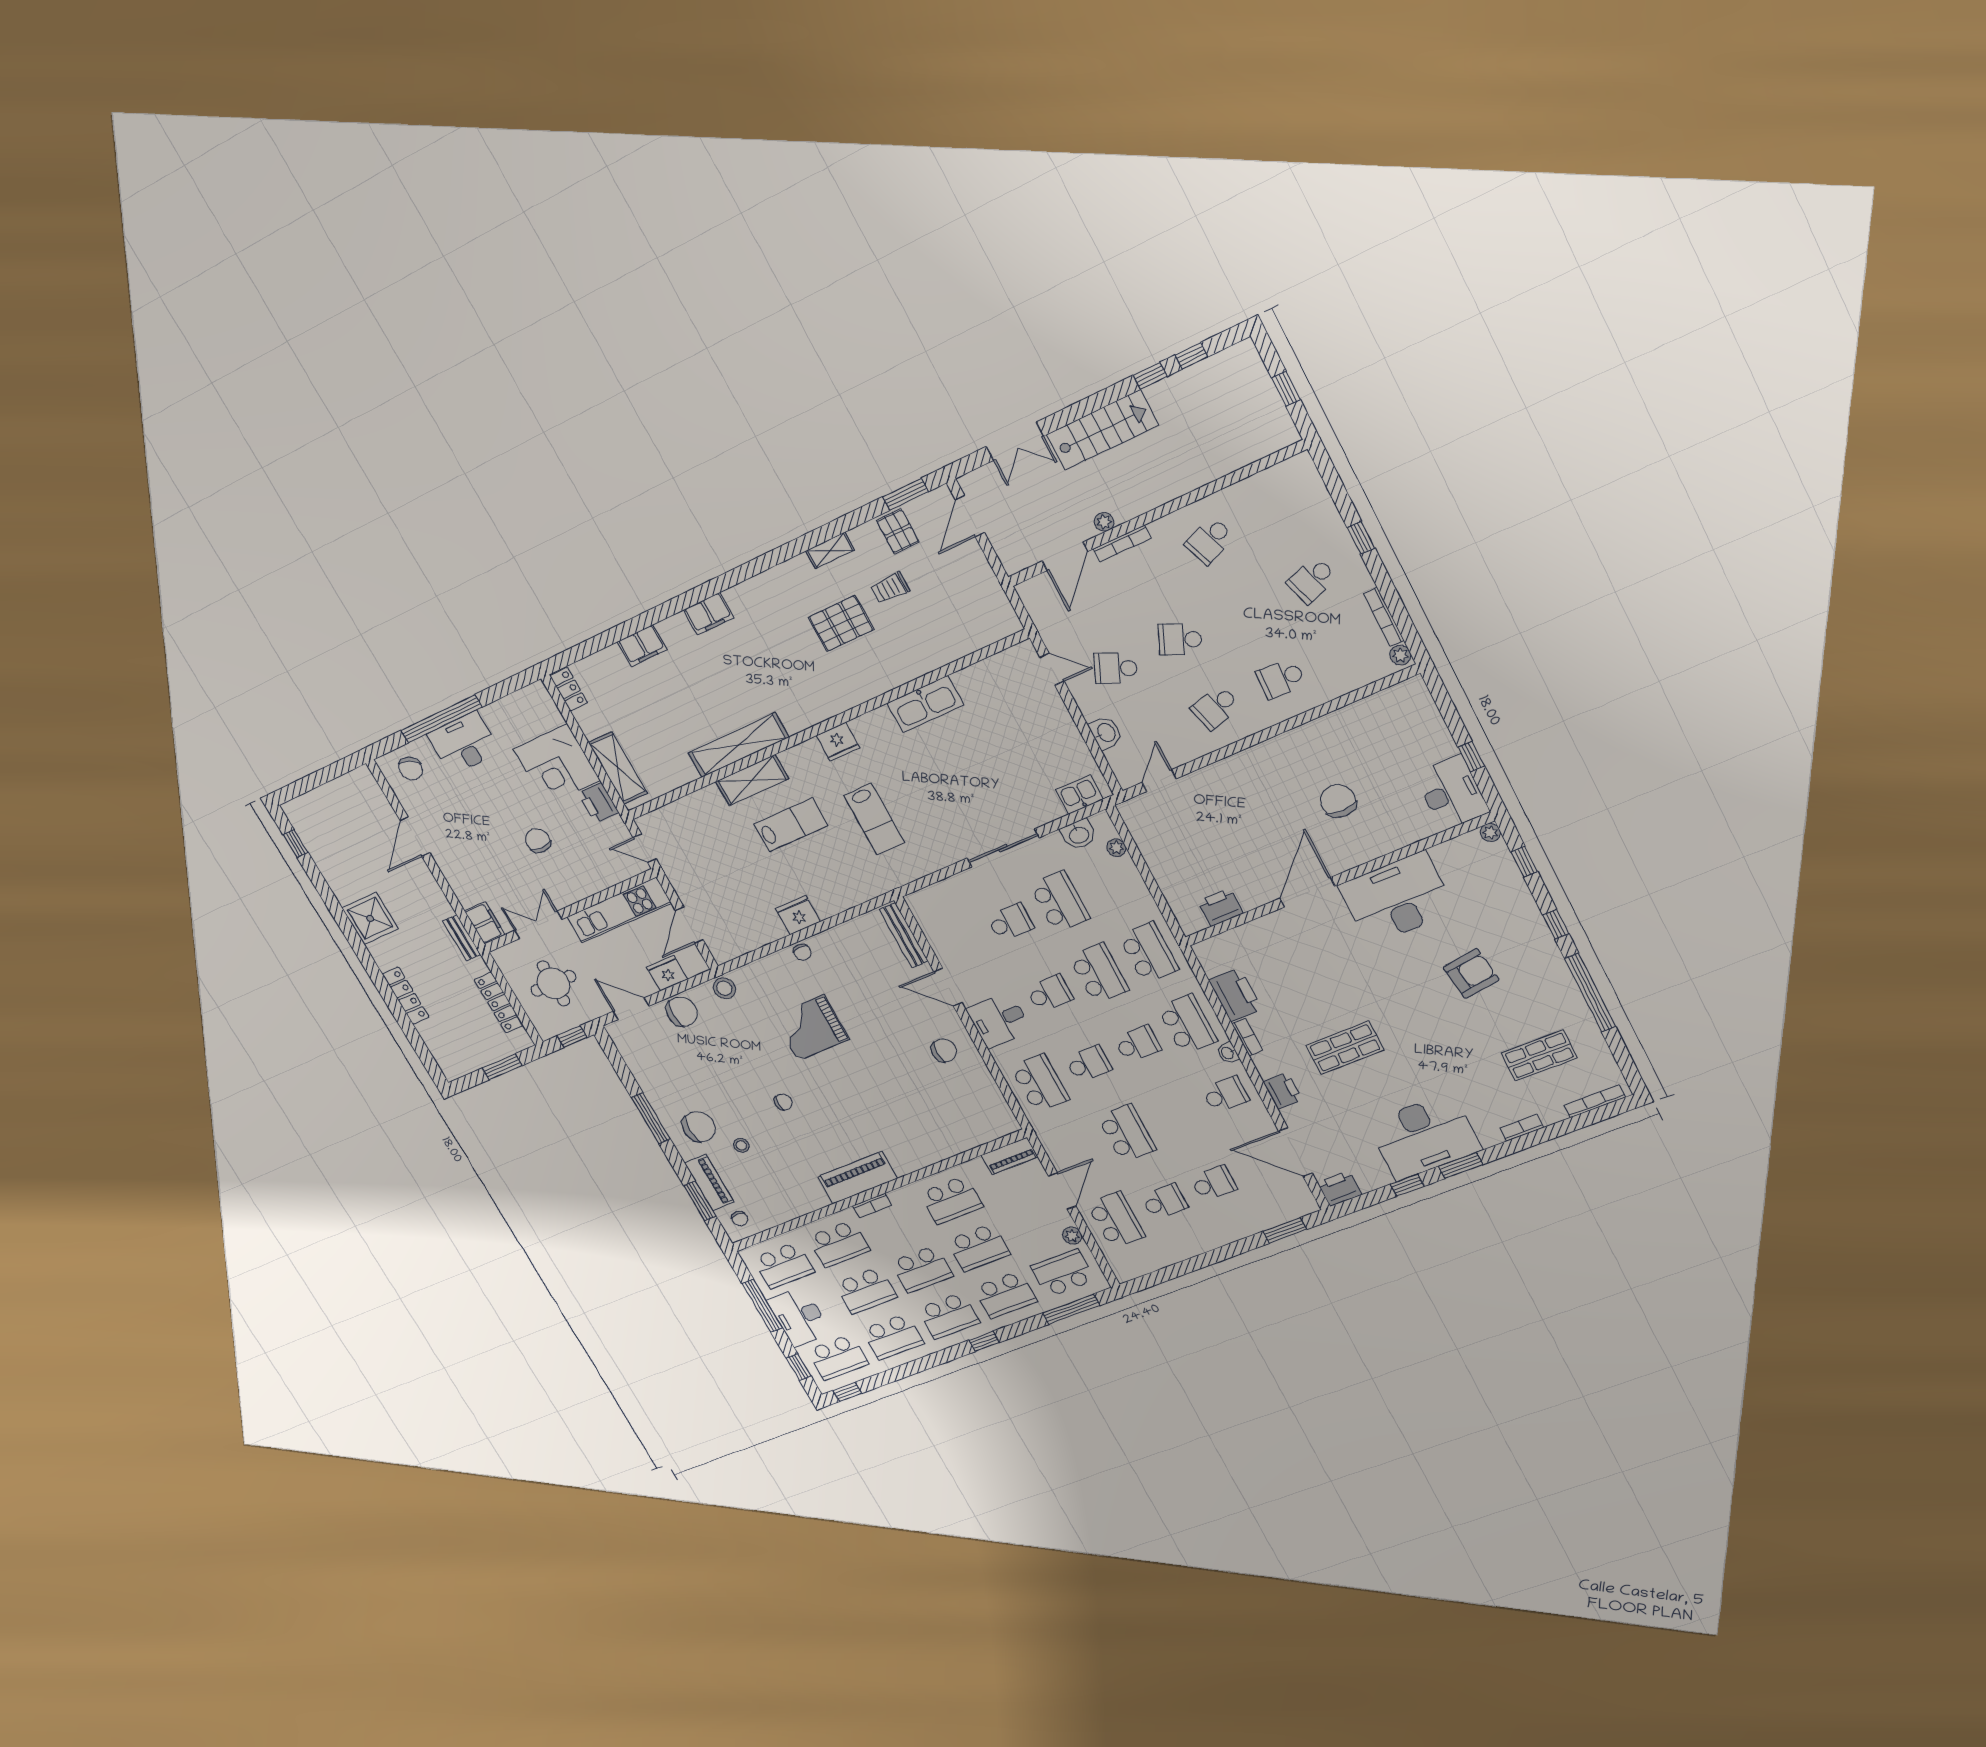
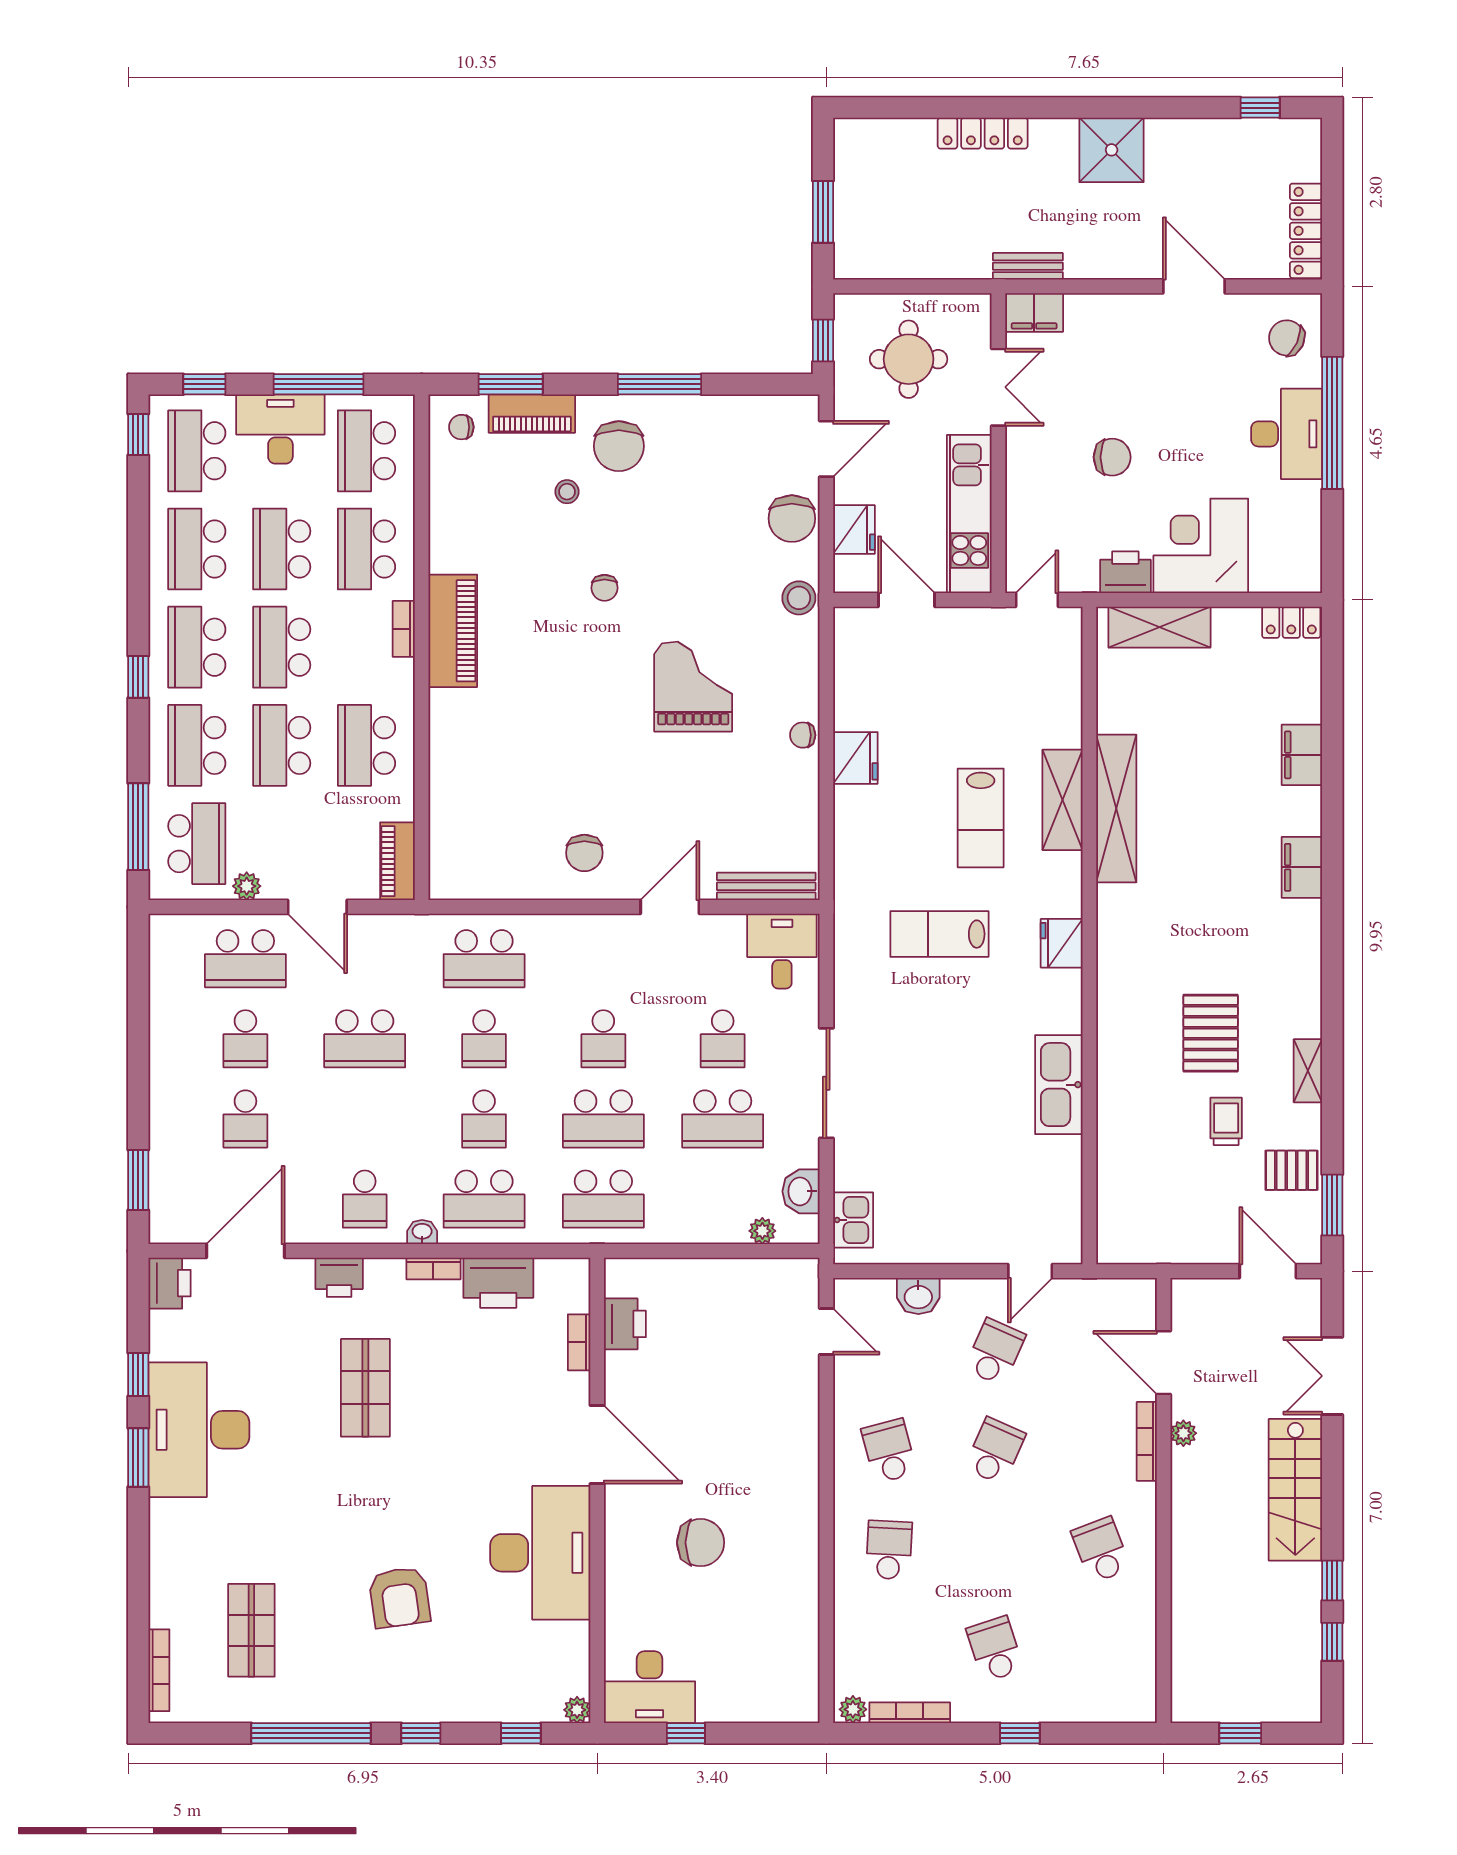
locker: (499, 1003) -> (1306, 231), moved, turned -90
desk: (999, 1020) -> (782, 951), moved
bookcase: (1522, 1128) -> (579, 1342), moved, turned 180

